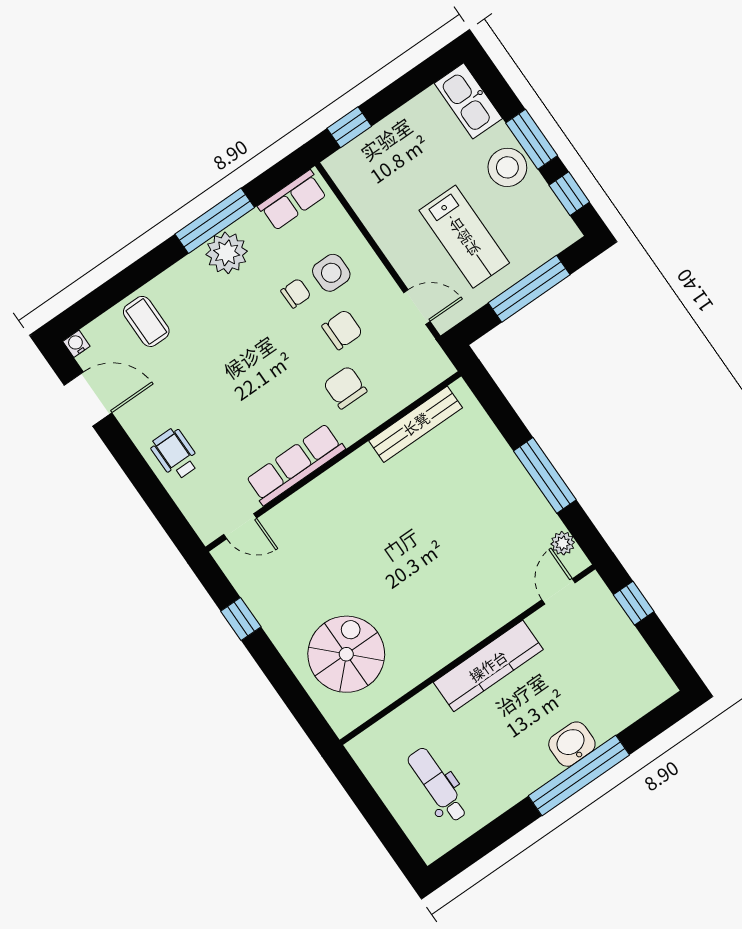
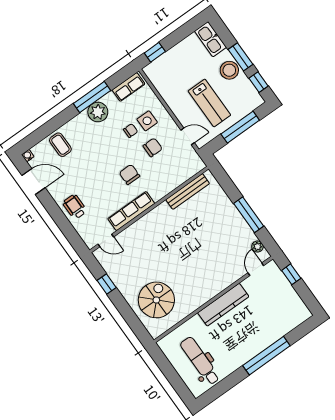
chair: (345, 387) -> (130, 174), moved
washbasin: (572, 744) -> (263, 341), removed
dental chair: (438, 785) -> (200, 361), width x1.36, depth x1.38

